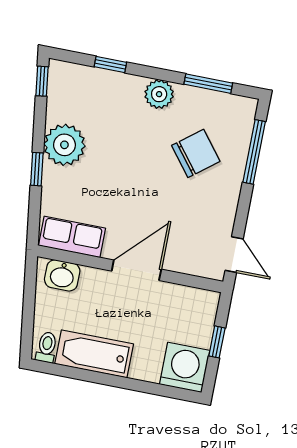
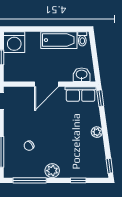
window: (208, 84) -> (30, 180), width x1.44
plant: (64, 145) -> (97, 132), width x0.53, depth x0.53
chair: (196, 153) -> (29, 146), width x0.54, depth x0.54
window: (37, 169) -> (100, 98), moved

